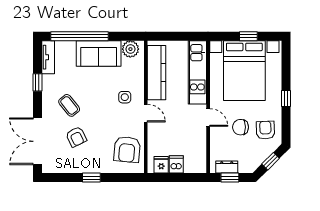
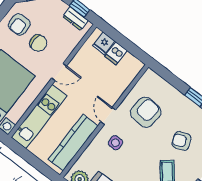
door: (208, 117) -> (59, 72), swing flipped
armchair: (76, 137) -> (182, 141), turned -86
armchair: (127, 149) -> (146, 112), moved
fridge: (161, 165) -> (104, 43), moved

